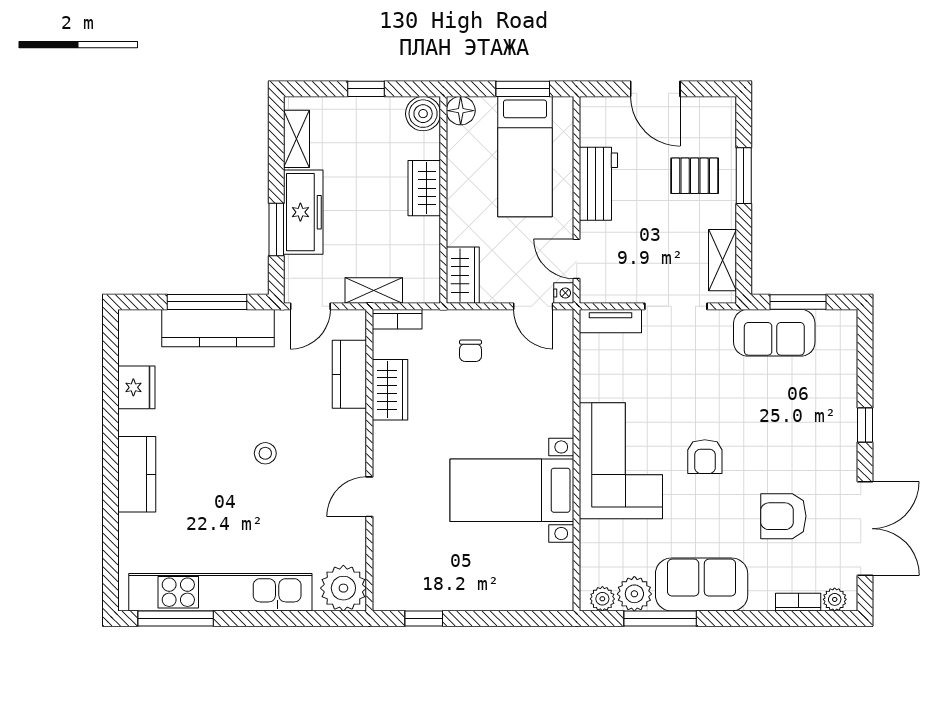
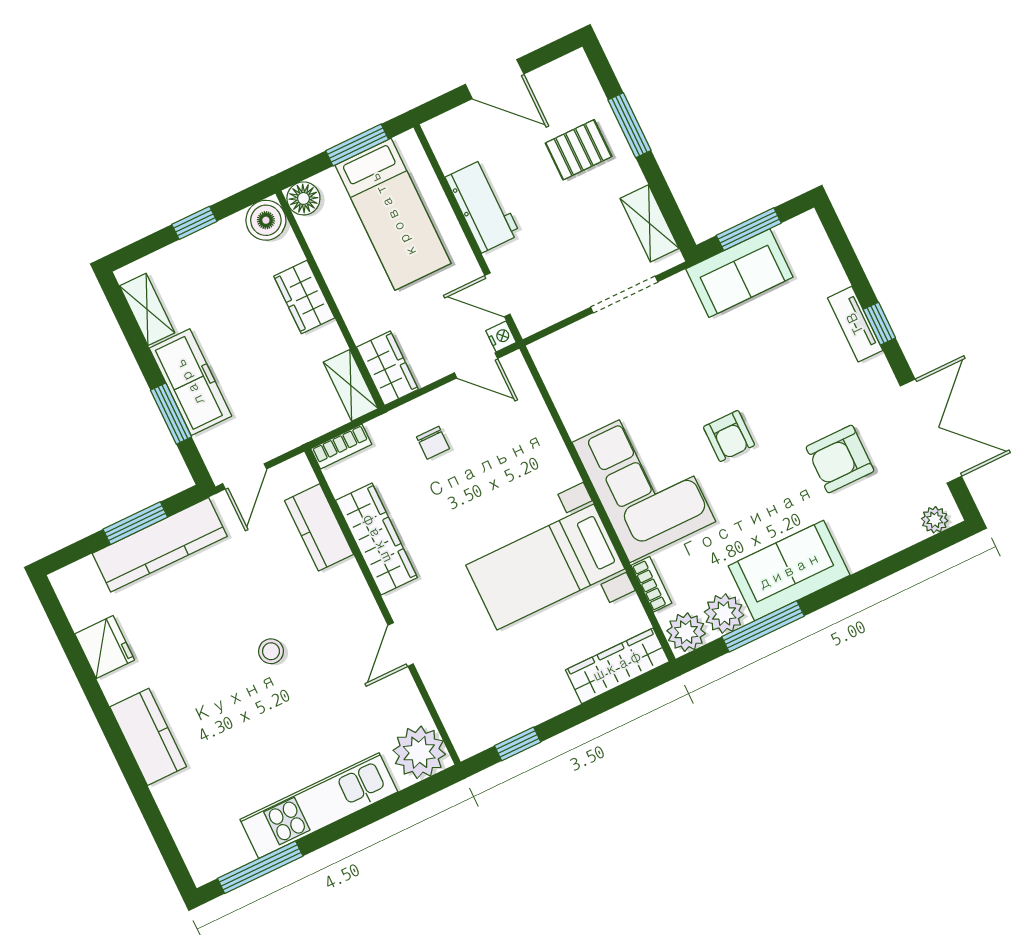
shelving: (374, 291) -> (351, 385), moved, turned 90
window: (207, 302) -> (135, 523), width x0.69
tv unit: (610, 321) -> (855, 324), moved, turned 90
wardrobe: (390, 390) -> (376, 539), width x1.50
kitchen unit: (220, 592) -> (319, 806), width x0.73
wardrobe: (531, 595) -> (617, 666), added
plant: (602, 599) -> (686, 632), width x1.38, depth x1.38
bookcase: (798, 602) -> (651, 584), moved, turned 90

